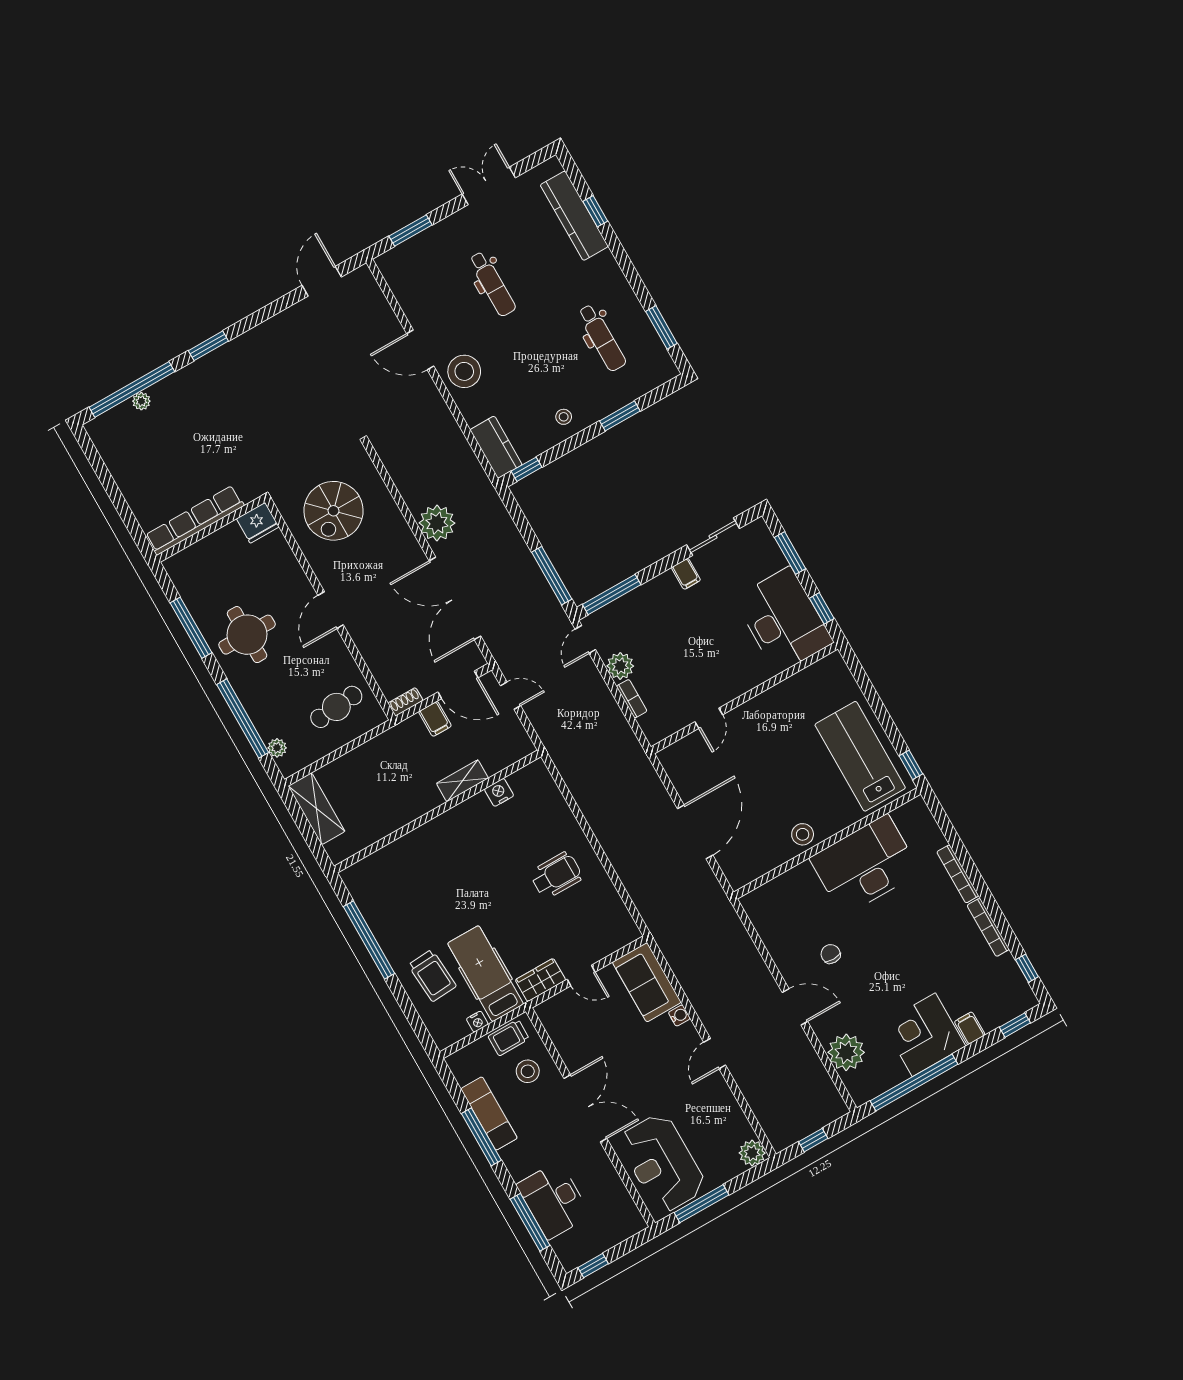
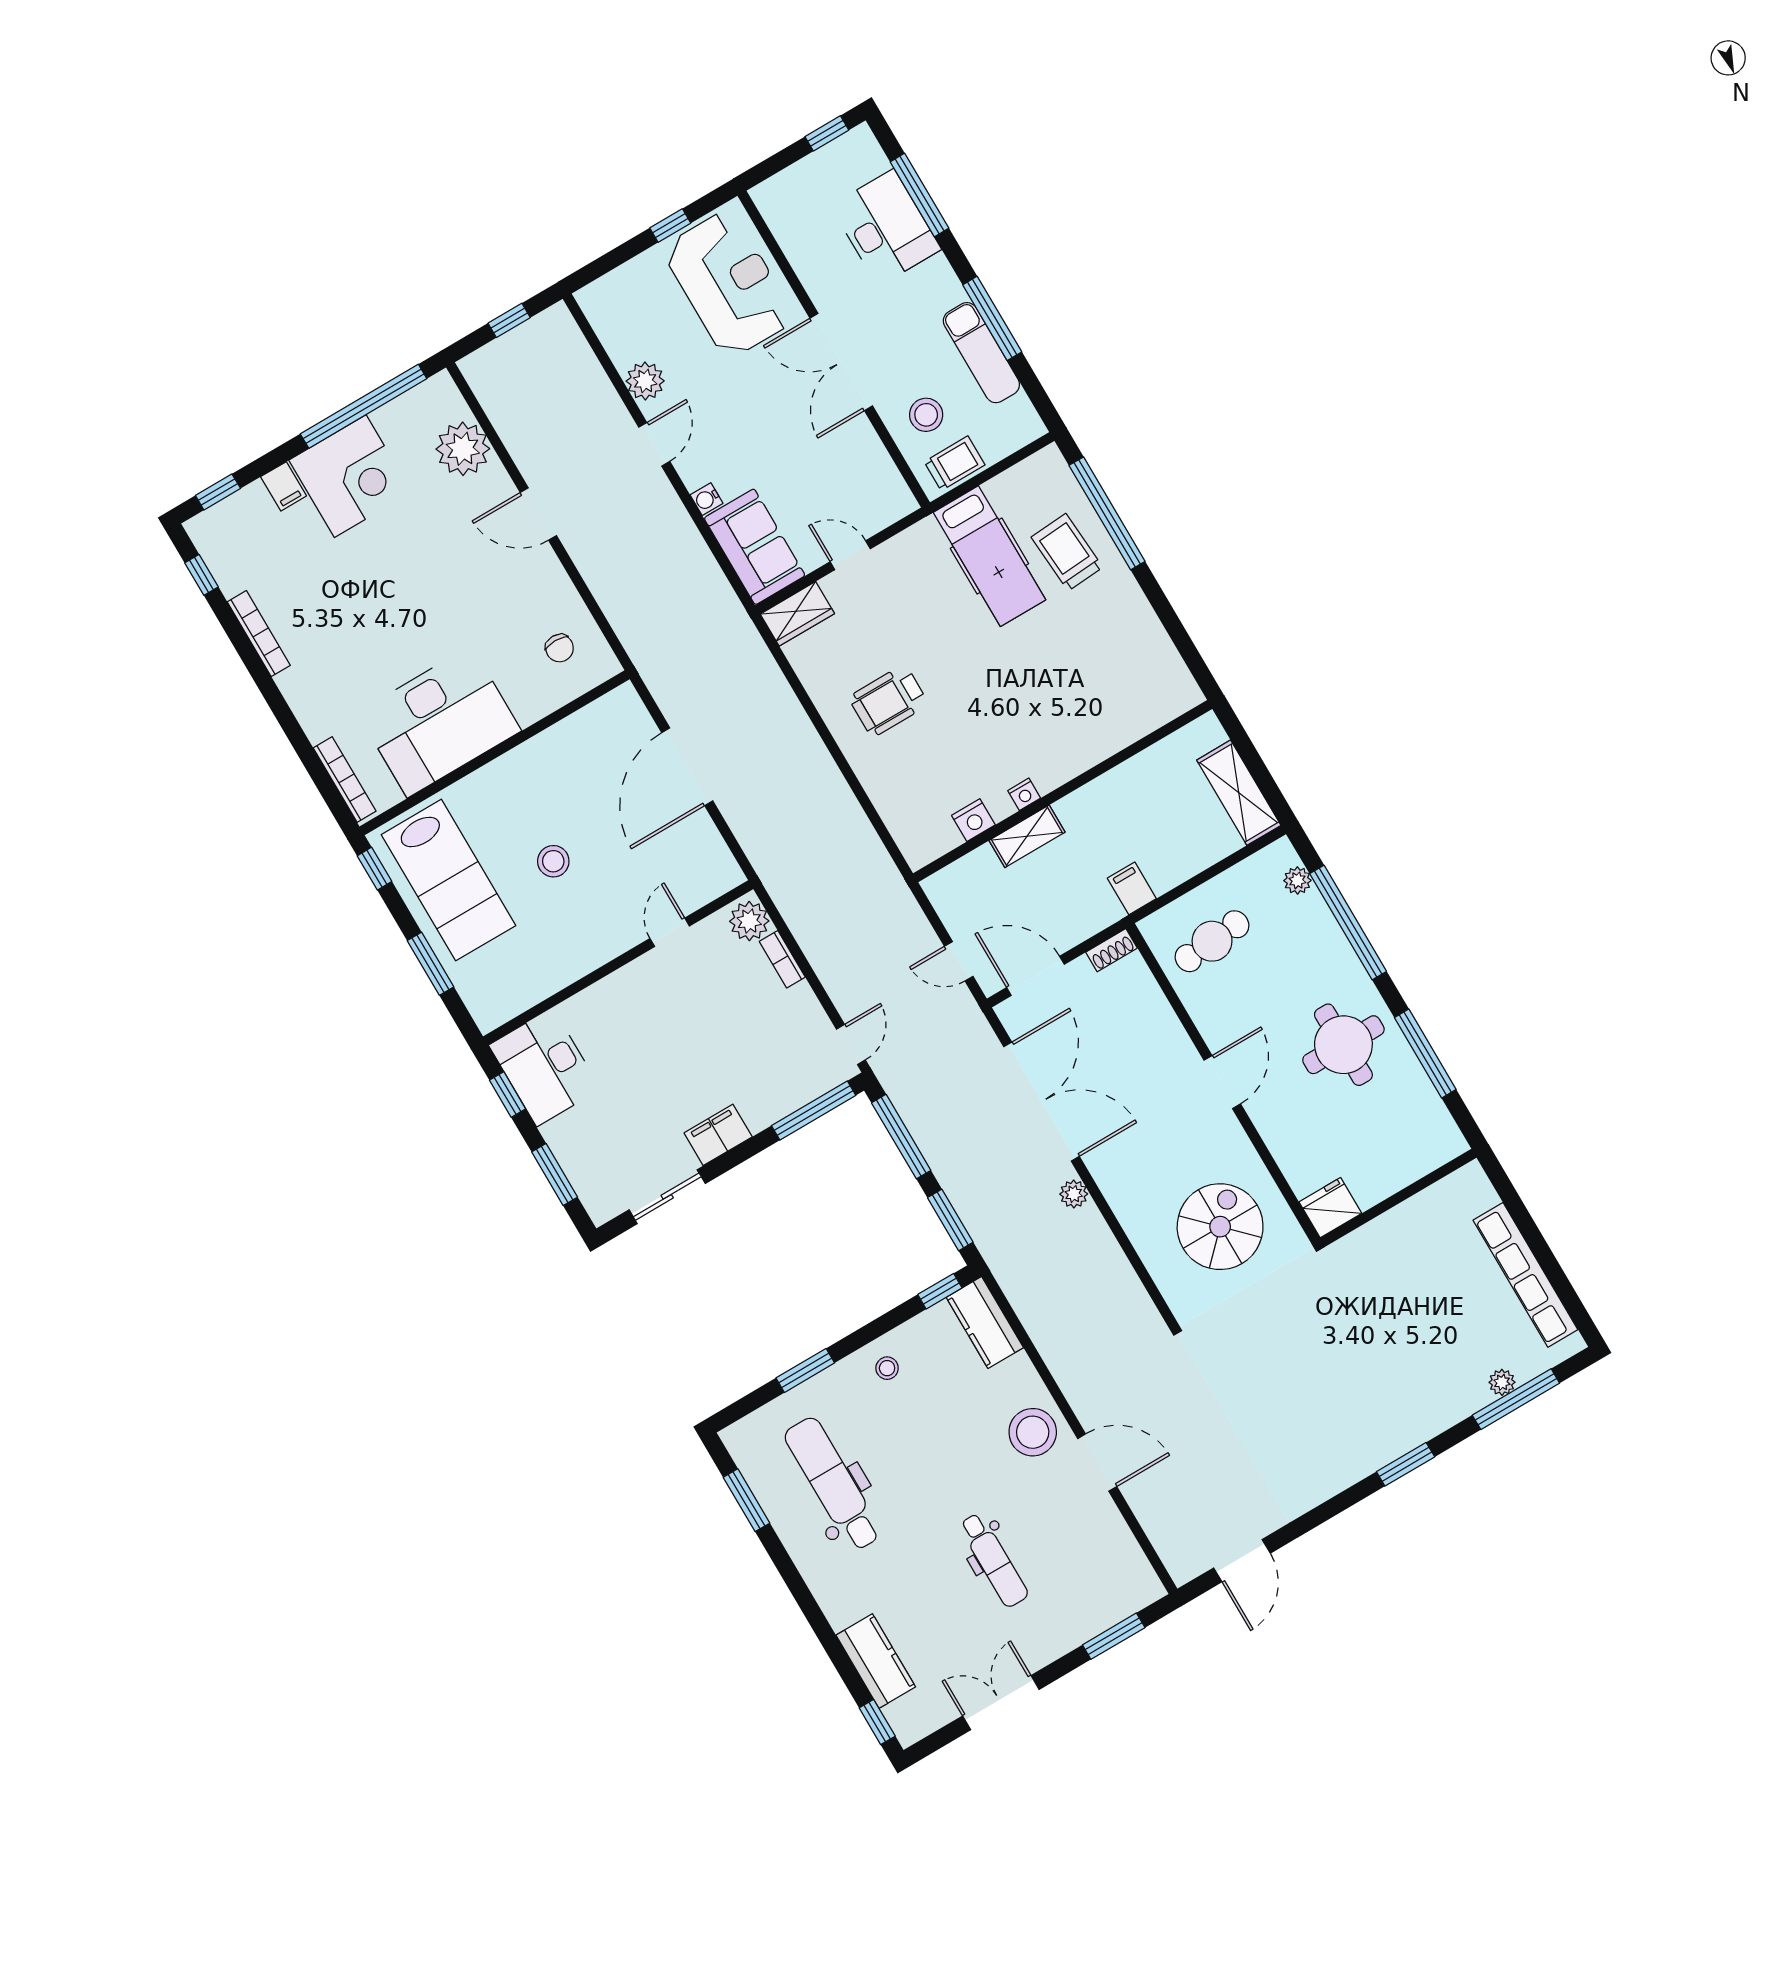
double door: (489, 186) -> (1001, 1703), swing flipped
window: (595, 211) -> (877, 1722), moved
kitchen counter: (574, 216) -> (876, 1661), width x0.67
dental chair: (492, 284) -> (994, 1560), turned 180
dental chair: (602, 338) -> (833, 1484), width x1.36, depth x1.38
window: (132, 389) -> (1516, 1399), width x0.68
window: (519, 518) -> (950, 1220), added
row of seats: (195, 520) -> (1525, 1275), moved, turned 90
plant: (437, 523) -> (1074, 1194), width x0.53, depth x0.53
filing cabinet: (686, 574) -> (718, 1135), width x2.00
desk: (783, 620) -> (545, 1067), width x0.73, depth x0.77
plant: (620, 666) -> (749, 921), moved
window: (873, 699) -> (431, 964), added
filing cabinet: (435, 719) -> (1132, 888), moved
stool: (803, 834) -> (553, 861), moved
bookcase: (958, 874) -> (345, 779), moved
window: (369, 940) -> (1107, 513), moved
chair: (831, 954) -> (560, 648), moved
wardrobe: (540, 980) -> (797, 614), moved
nightstand: (477, 1022) -> (1024, 794), moved, turned 180
plant: (752, 1153) -> (645, 381), moved
window: (702, 1204) -> (670, 226), width x0.46

